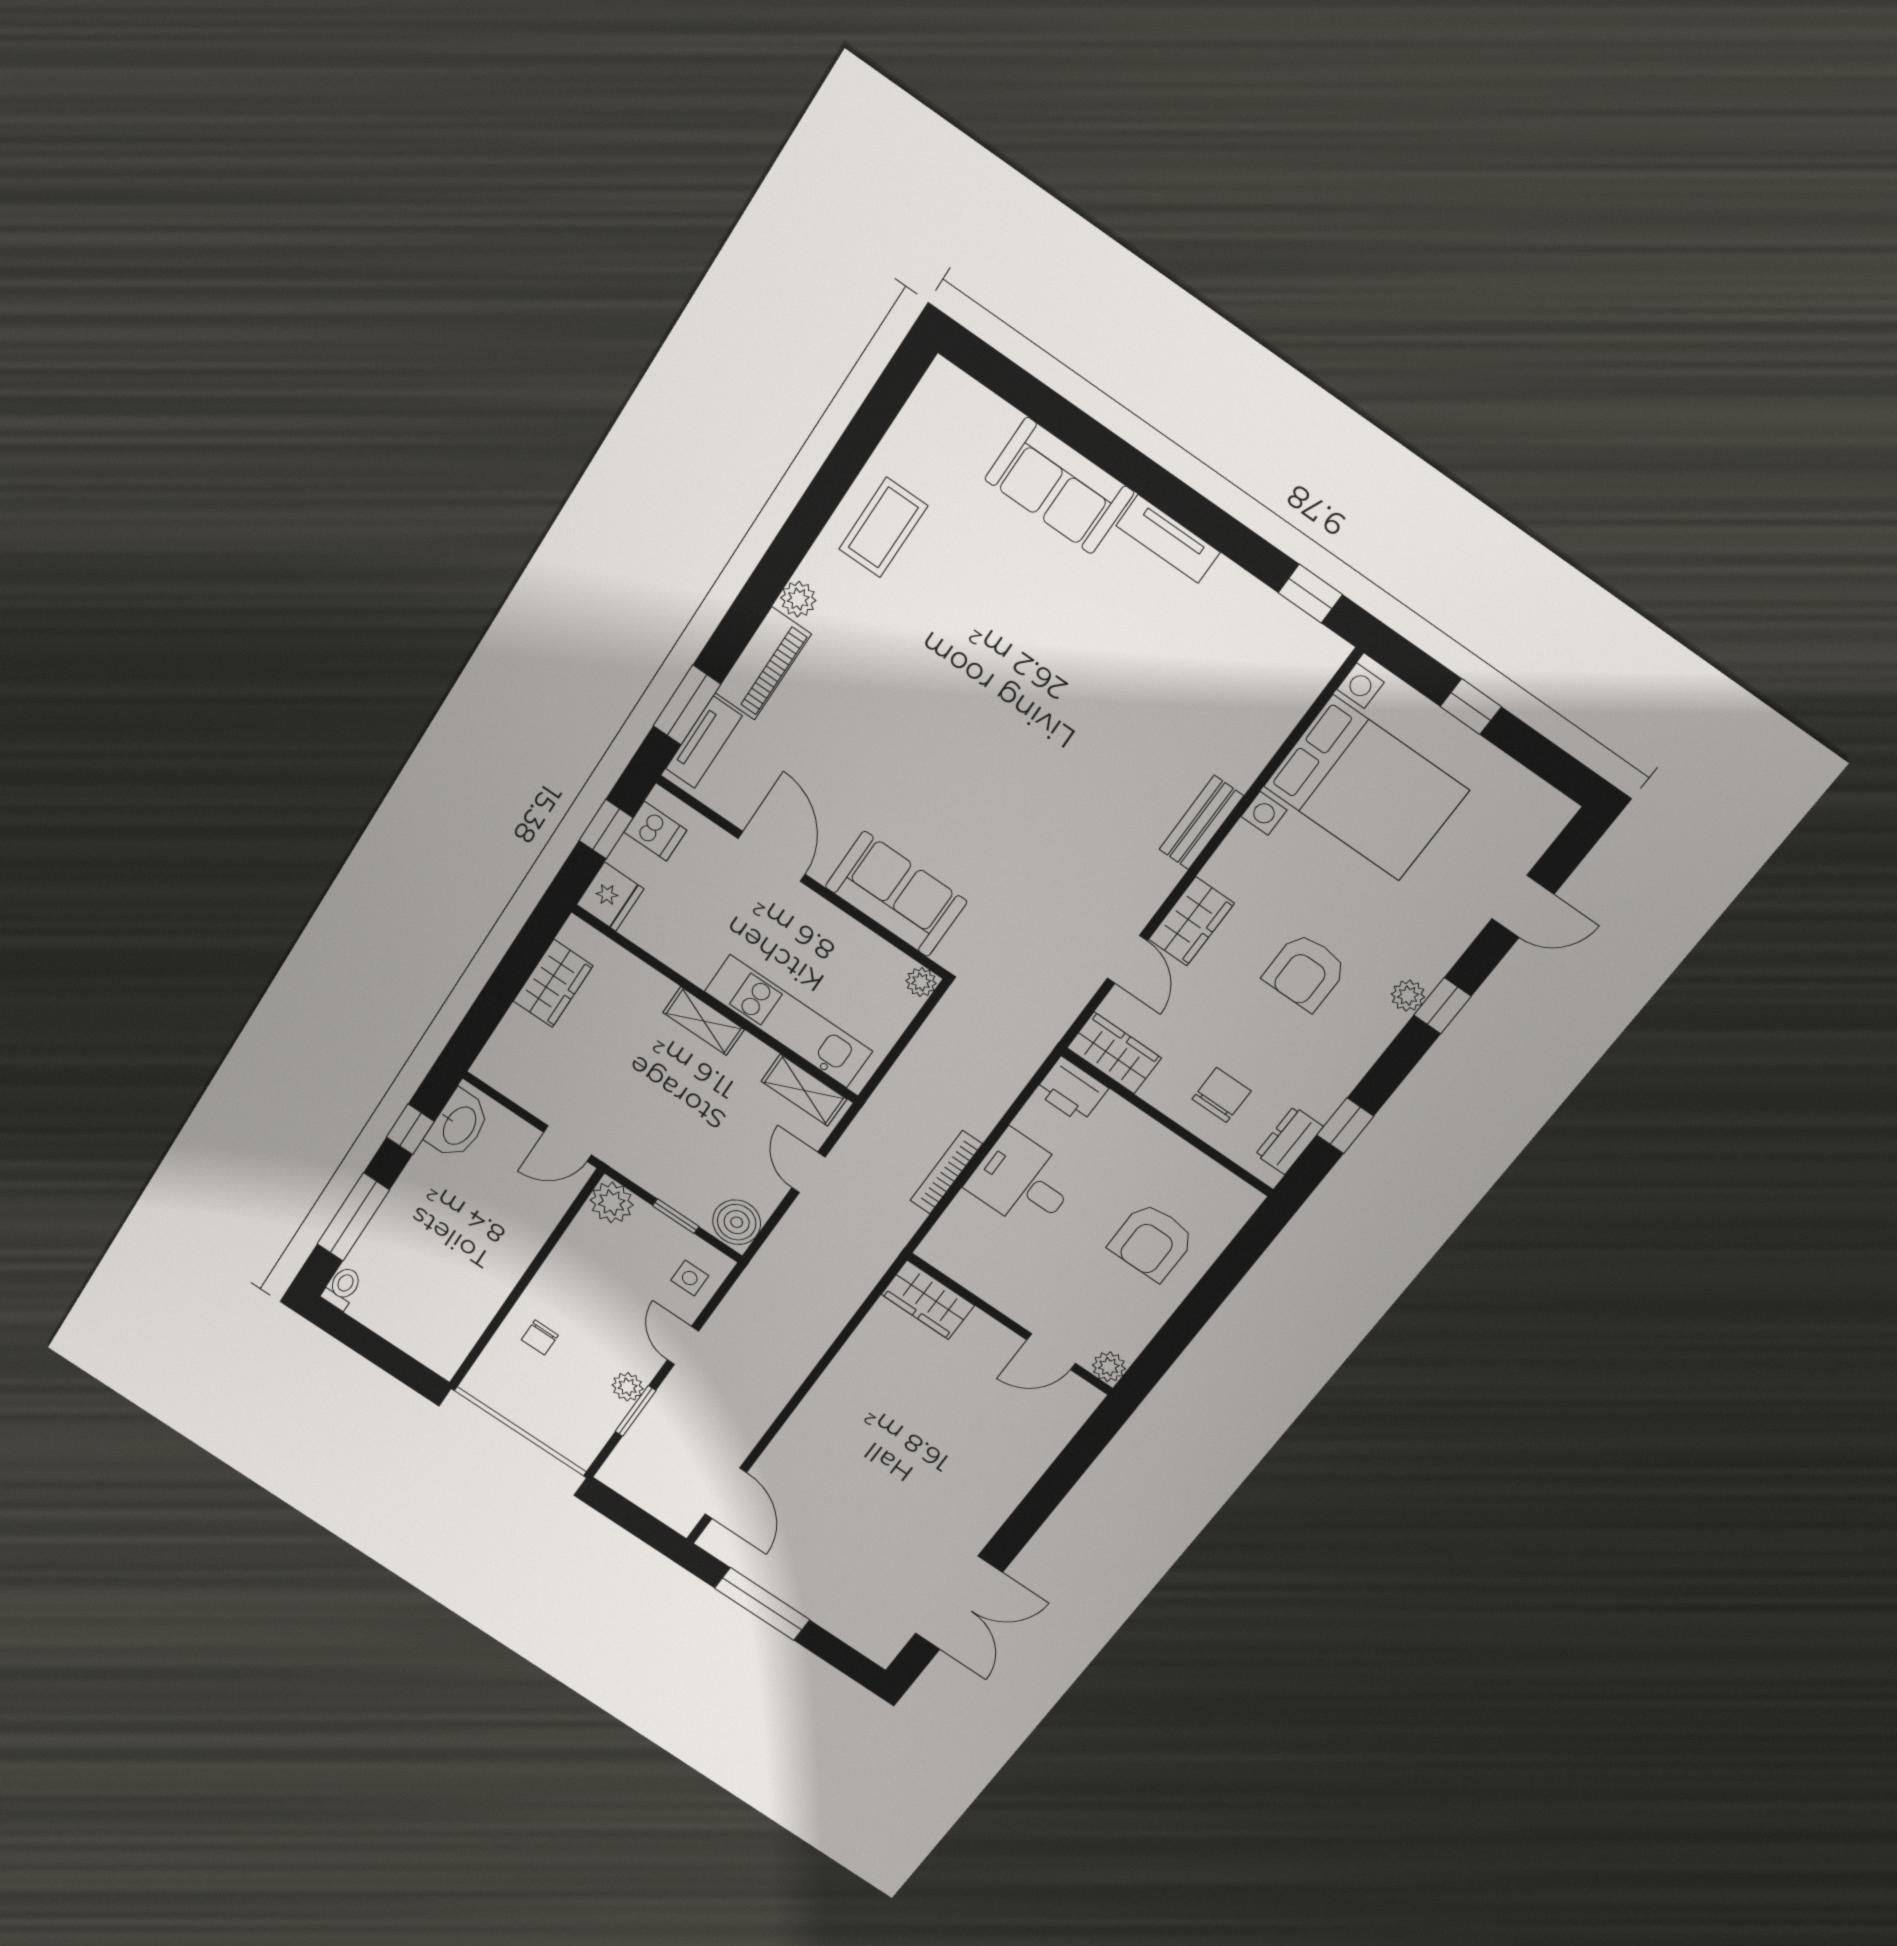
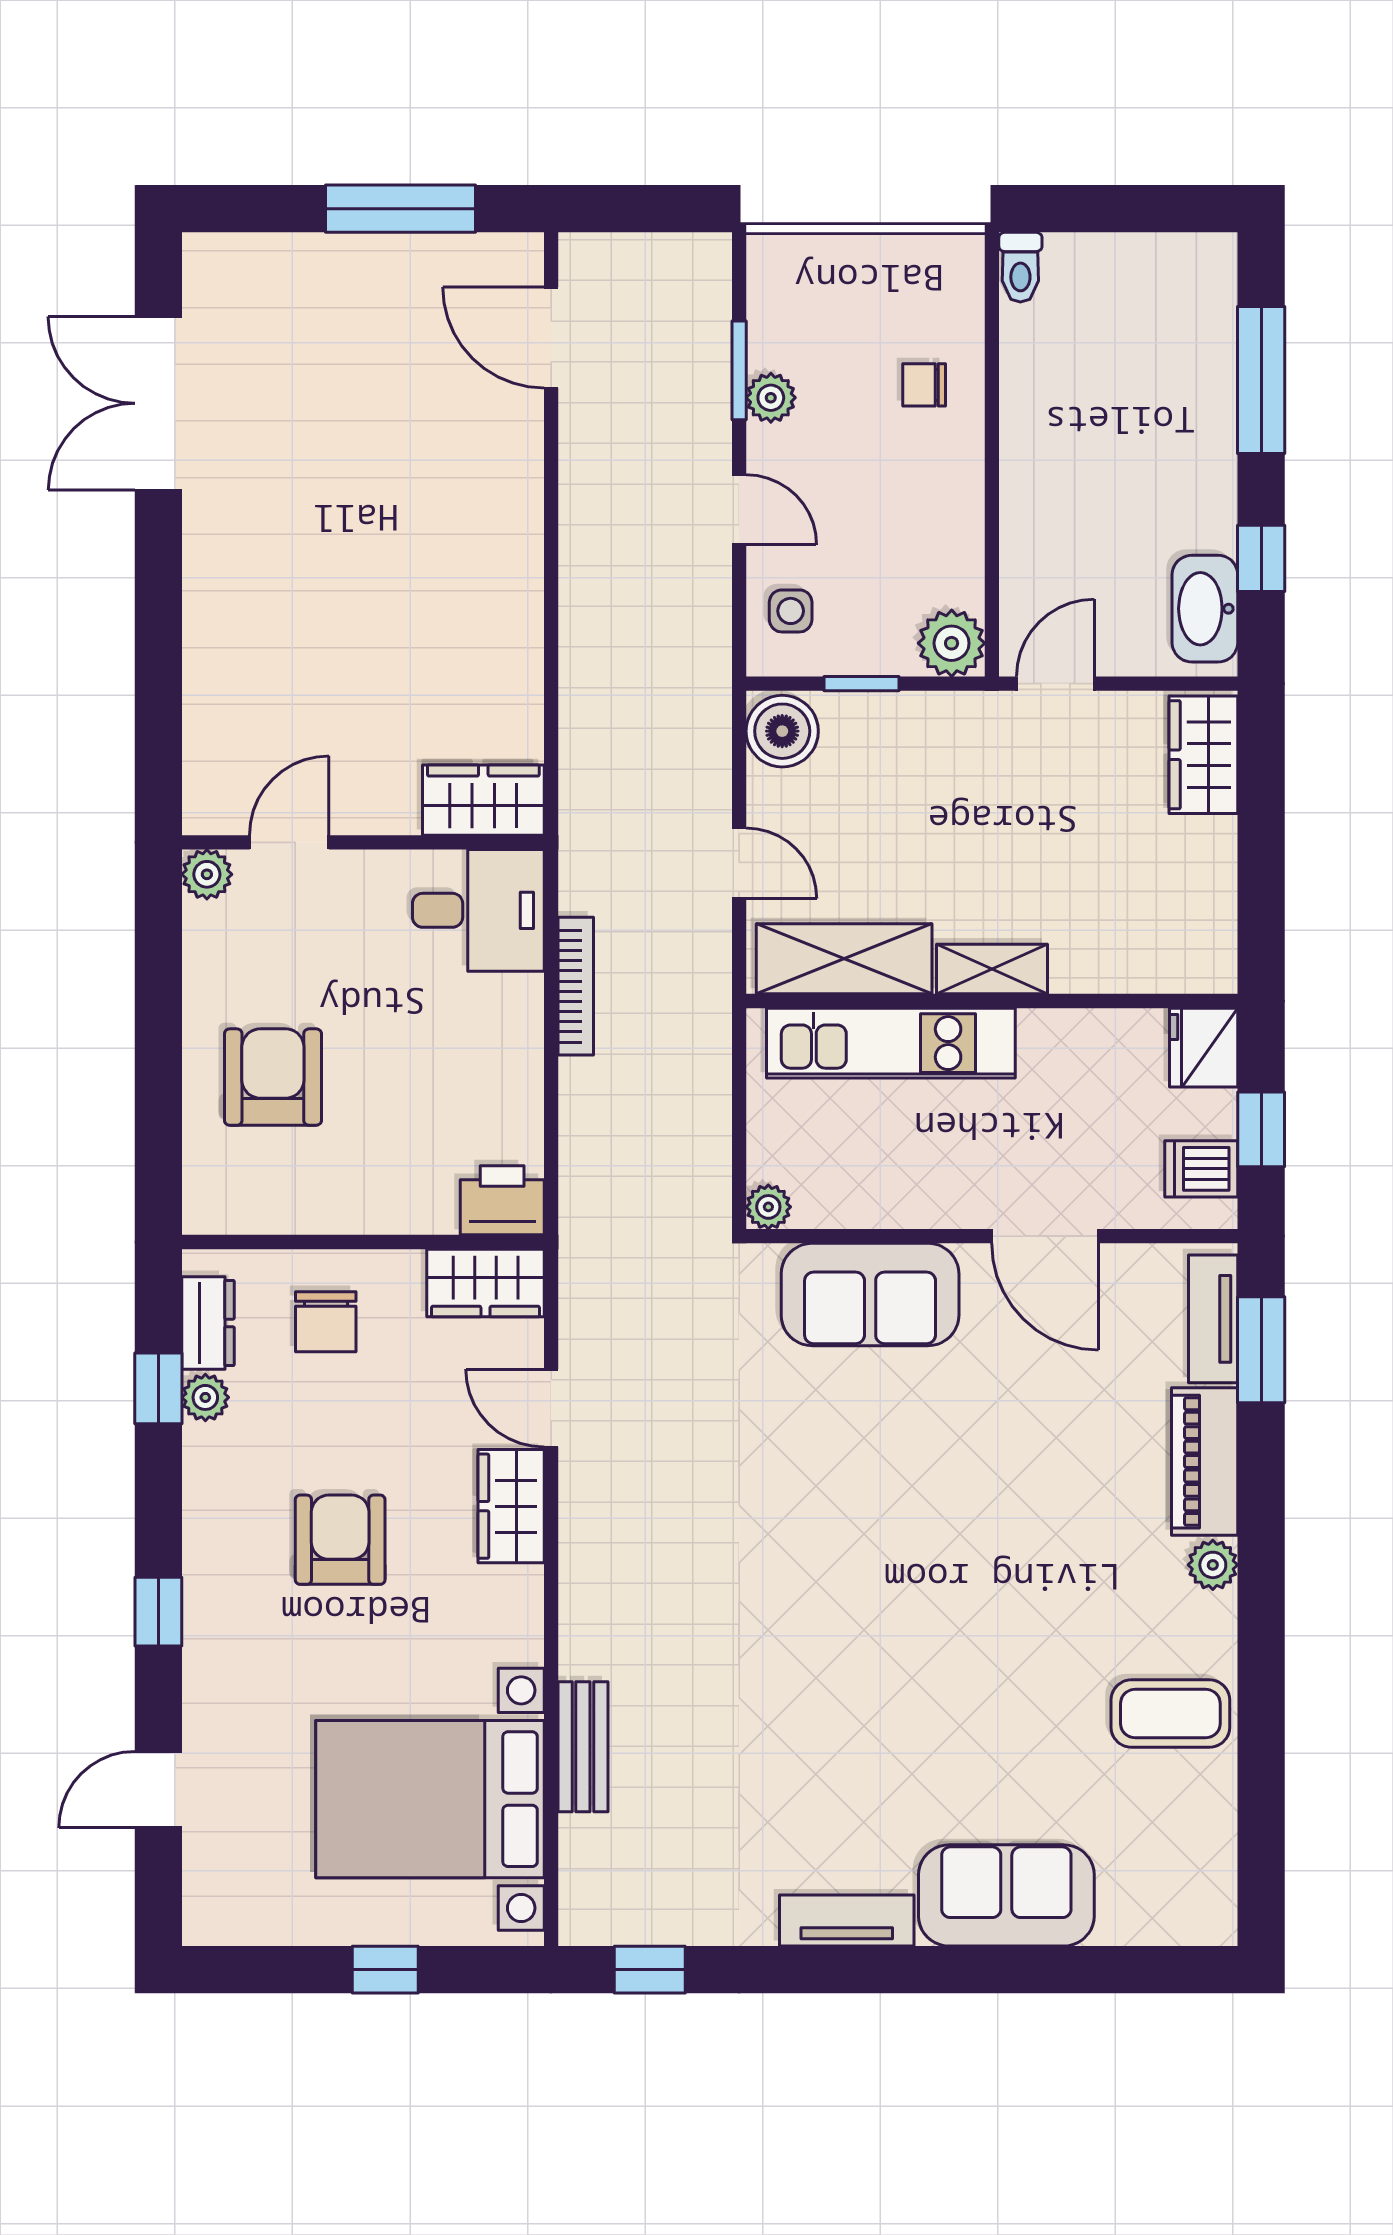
coffee table: (883, 527) -> (1170, 1714), turned 90
bench: (1201, 823) -> (583, 1747), moved
wardrobe: (553, 983) -> (1203, 755), moved
plant: (1408, 996) -> (205, 1397), moved
shelving: (804, 1090) -> (844, 959), width x1.50, depth x1.33
desk: (1022, 1181) -> (478, 910), moved
toilet: (342, 1288) -> (1020, 267), moved
chair: (540, 1337) -> (924, 385), turned -90

